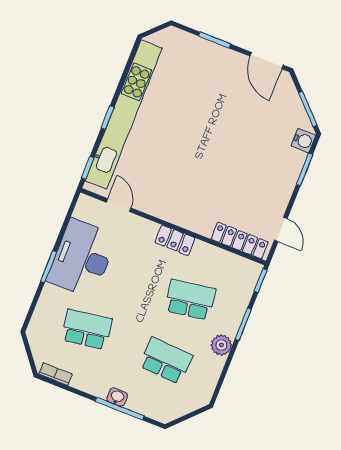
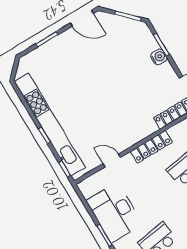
water cooler: (303, 141) -> (159, 57), moved
door: (119, 205) -> (112, 160), moved
locker: (175, 240) -> (151, 147), width x1.53

